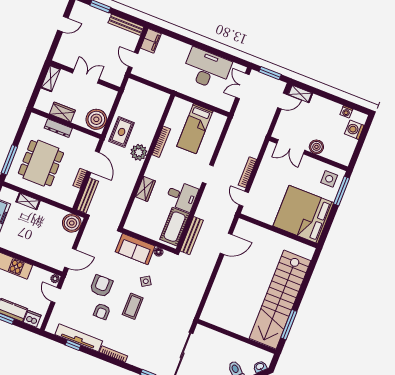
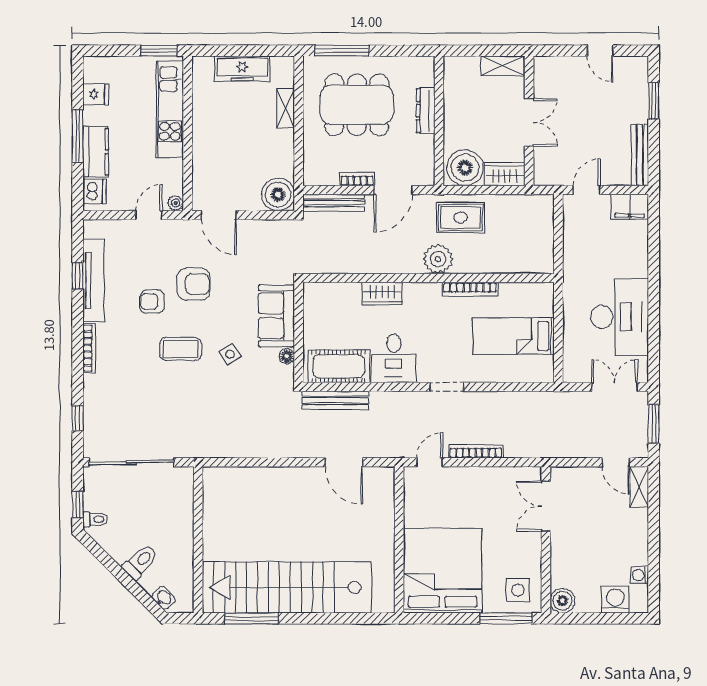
wardrobe: (62, 112) -> (505, 174), moved, turned -90
boiler: (316, 147) -> (562, 601), moved

